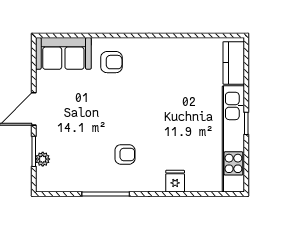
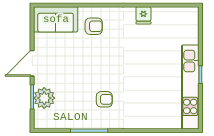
kitchen counter: (234, 63) -> (190, 27), removed
plant: (43, 159) -> (44, 98), width x1.88, depth x1.88
fridge: (175, 181) -> (143, 15), moved, turned 180

